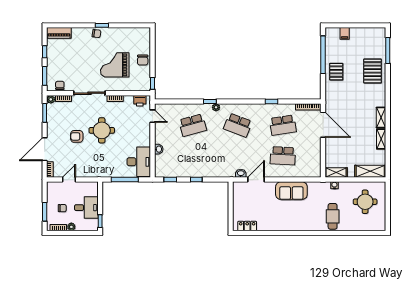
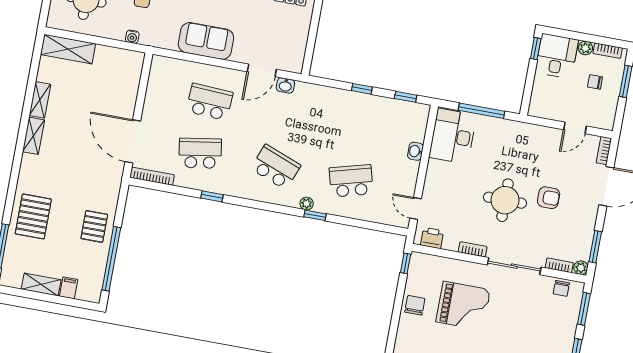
shelving: (336, 173) -> (41, 284), moved
desk: (86, 208) -> (557, 56), moved, turned 90

